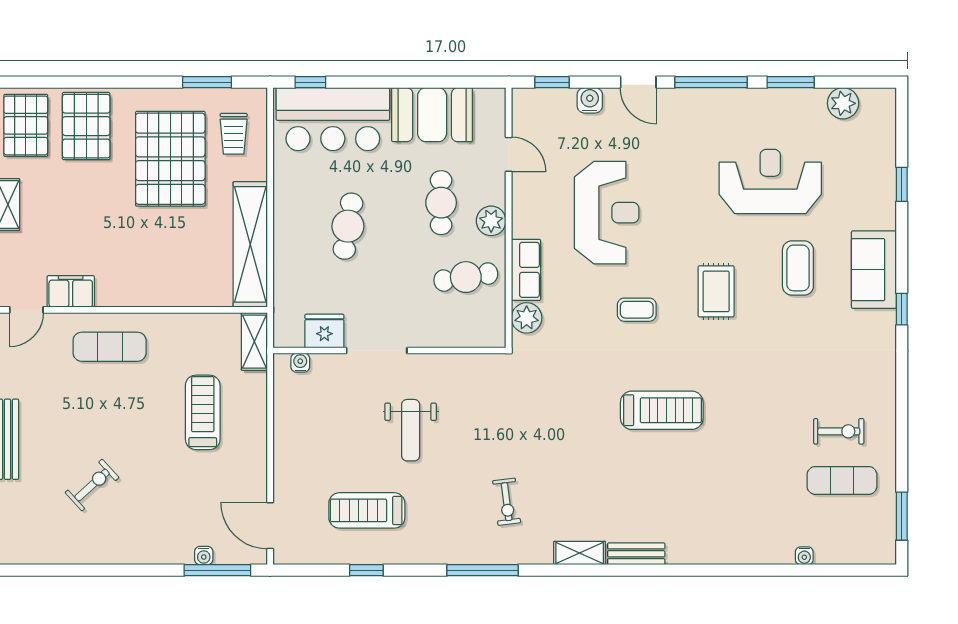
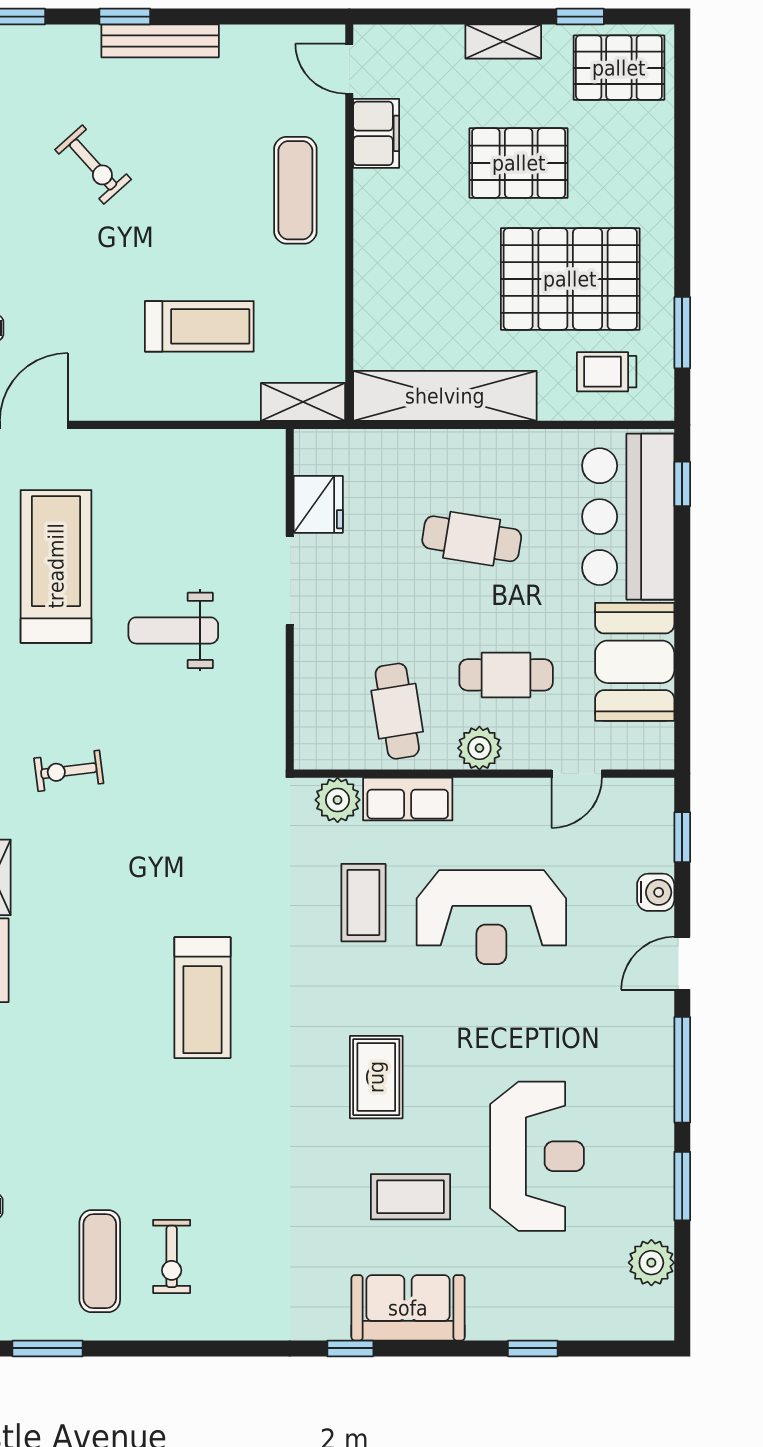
pallet: (86, 126) -> (519, 163), moved
rug: (716, 291) -> (376, 1077), turned 90
coffee table: (637, 310) -> (363, 903), moved, width x1.36, depth x1.30
water cooler: (300, 363) -> (272, 469), removed
treadmill: (367, 510) -> (56, 566), width x1.37, depth x1.38

